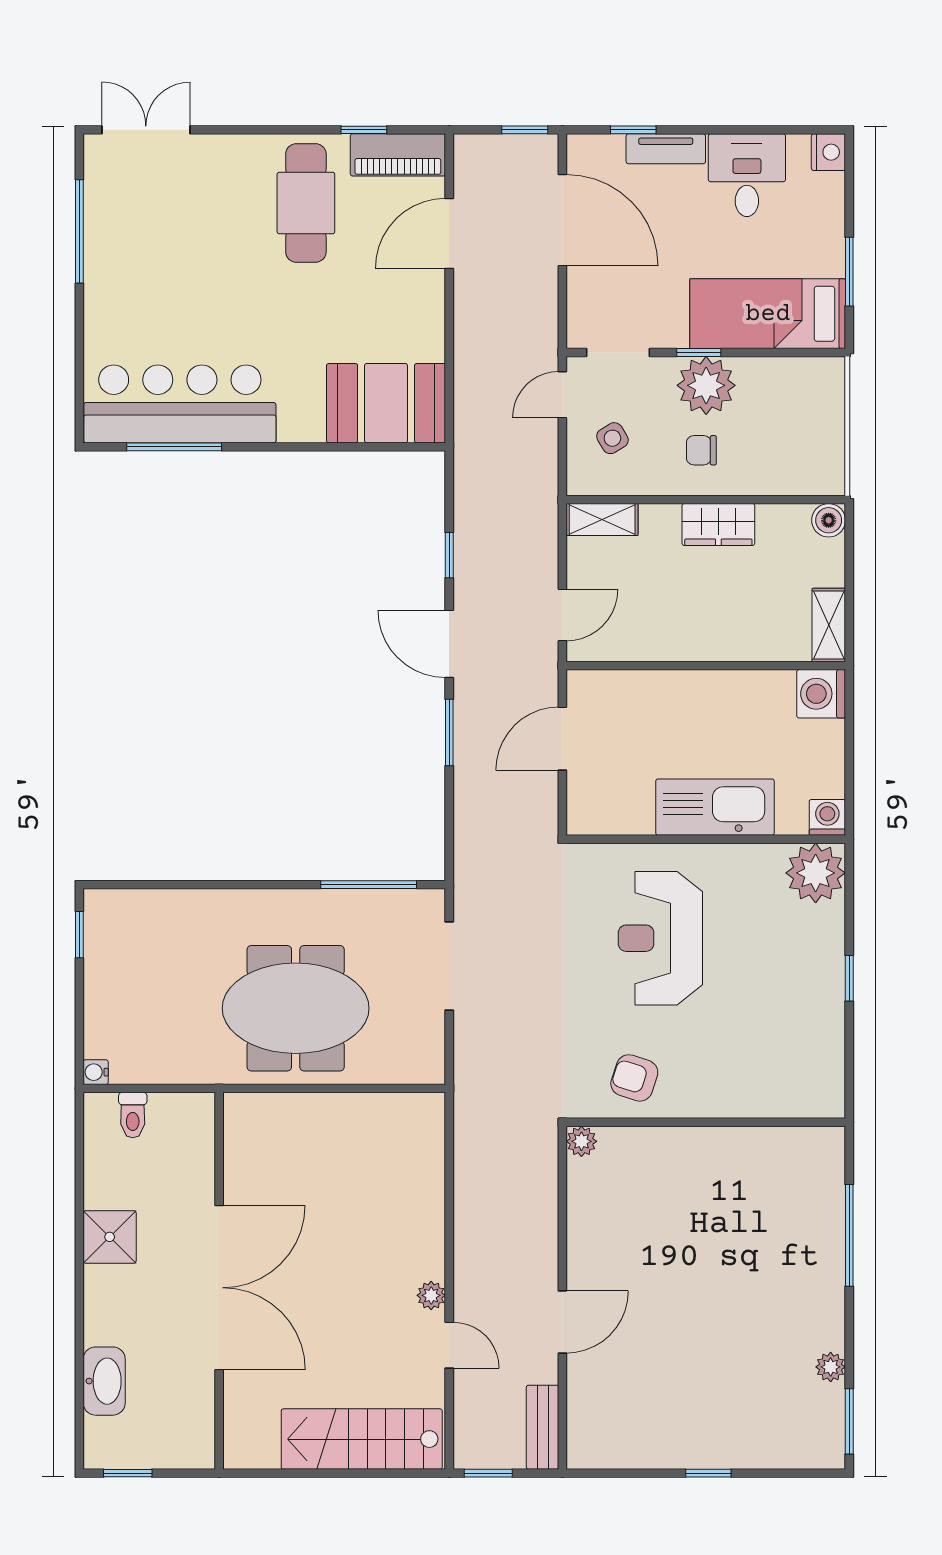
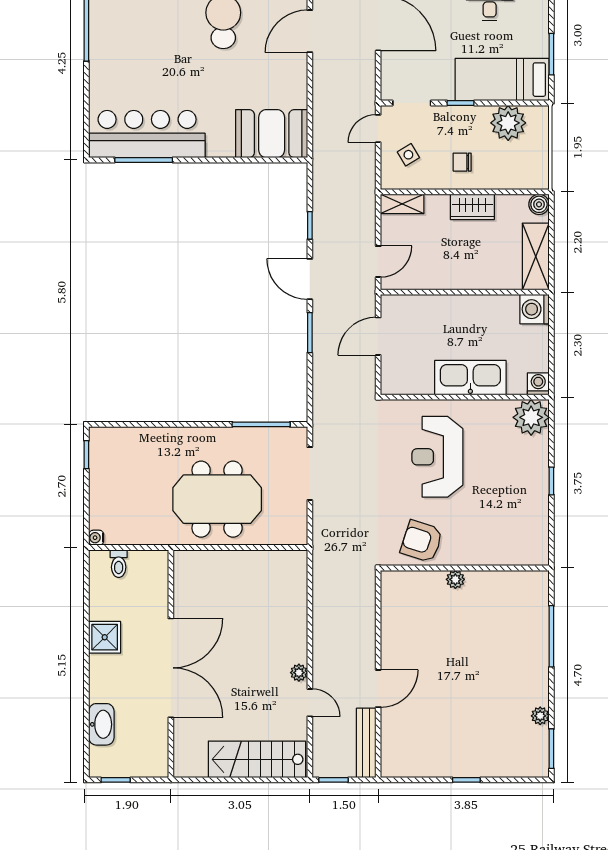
plant: (706, 385) -> (508, 123), moved
shelving: (829, 625) -> (536, 256), width x1.50, depth x1.33
armchair: (634, 1078) -> (422, 541), width x1.38, depth x1.38
plant: (581, 1141) -> (455, 579), moved
bench: (543, 1427) -> (366, 743), width x1.36

